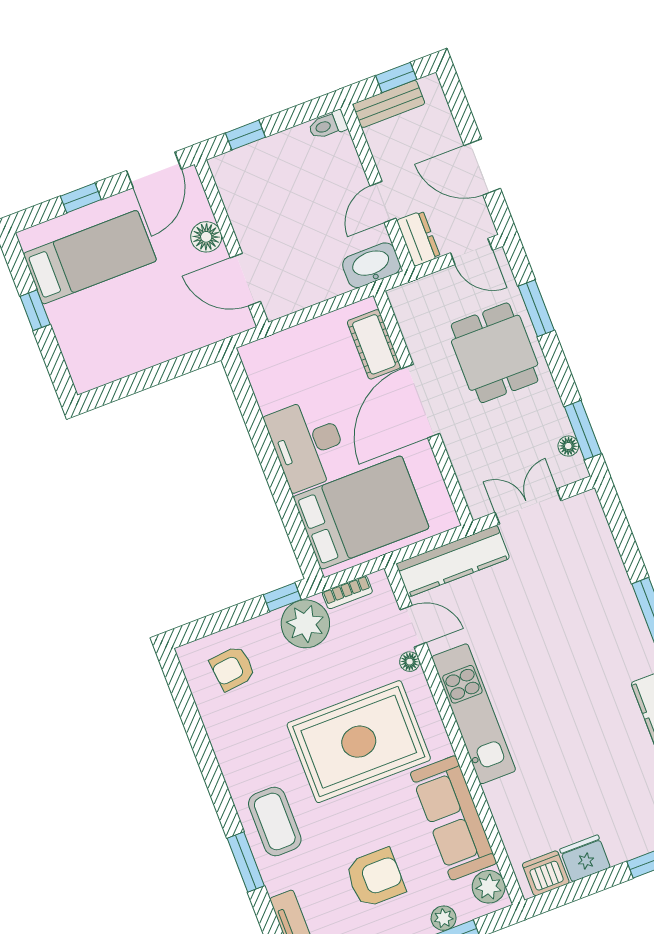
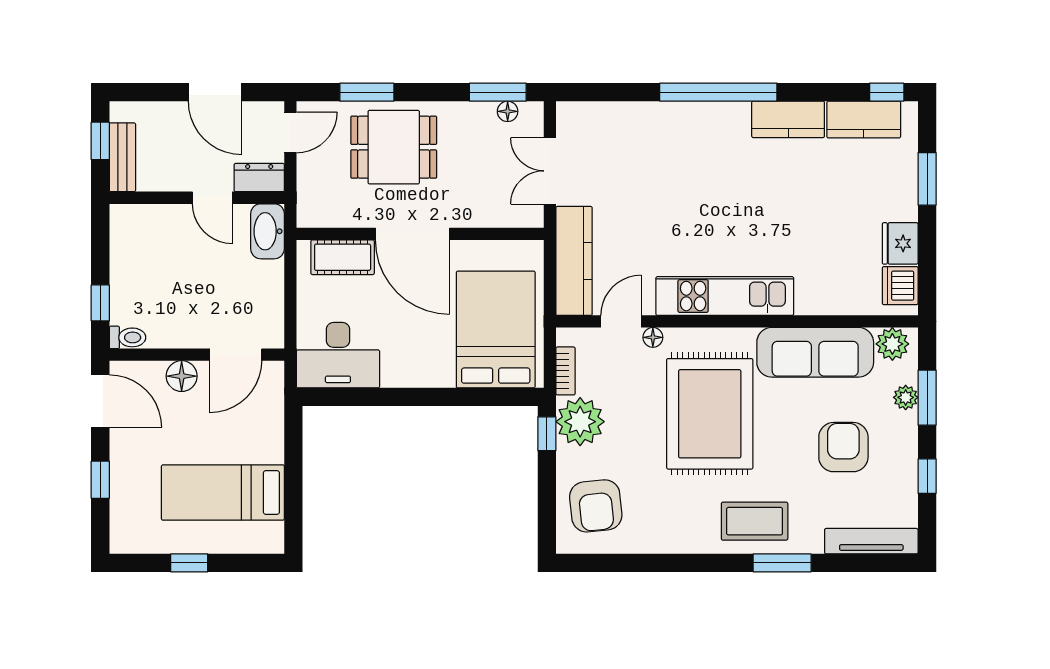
toilet: (328, 125) -> (128, 337), moved, turned -90
door: (482, 167) -> (215, 92), hinge flipped
bed: (90, 257) -> (223, 493), moved, turned -90
desk: (308, 444) -> (338, 355), moved
armchair: (233, 668) -> (596, 506), width x1.38, depth x1.38

